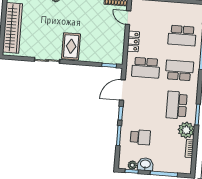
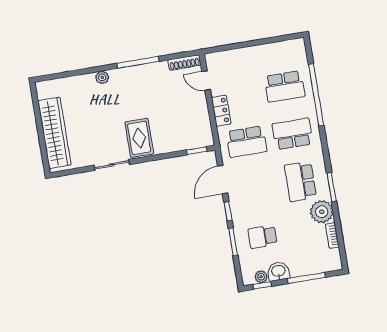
school desk: (140, 137) -> (262, 237), turned 180

